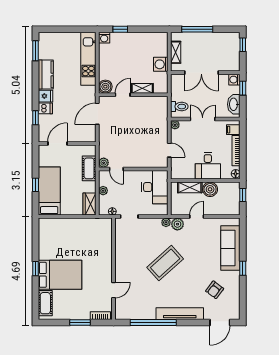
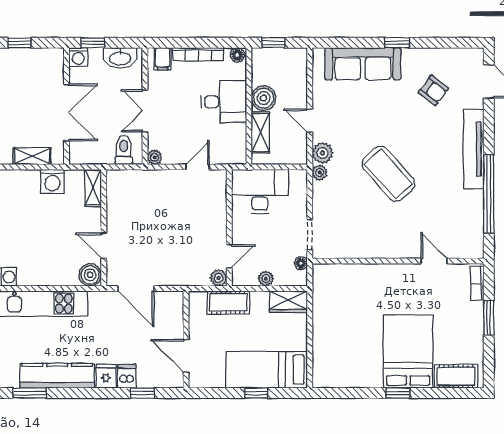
kitchen counter: (46, 74) -> (57, 376), width x1.50
shelving: (142, 88) -> (93, 188), moved

